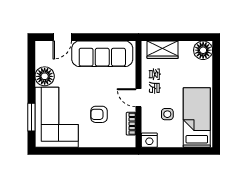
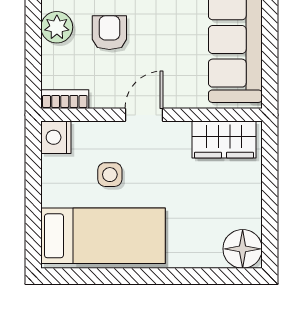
wardrobe: (163, 50) -> (224, 139), moved, turned -90
bookcase: (131, 124) -> (65, 99), moved
plant: (96, 140) -> (57, 27), added

